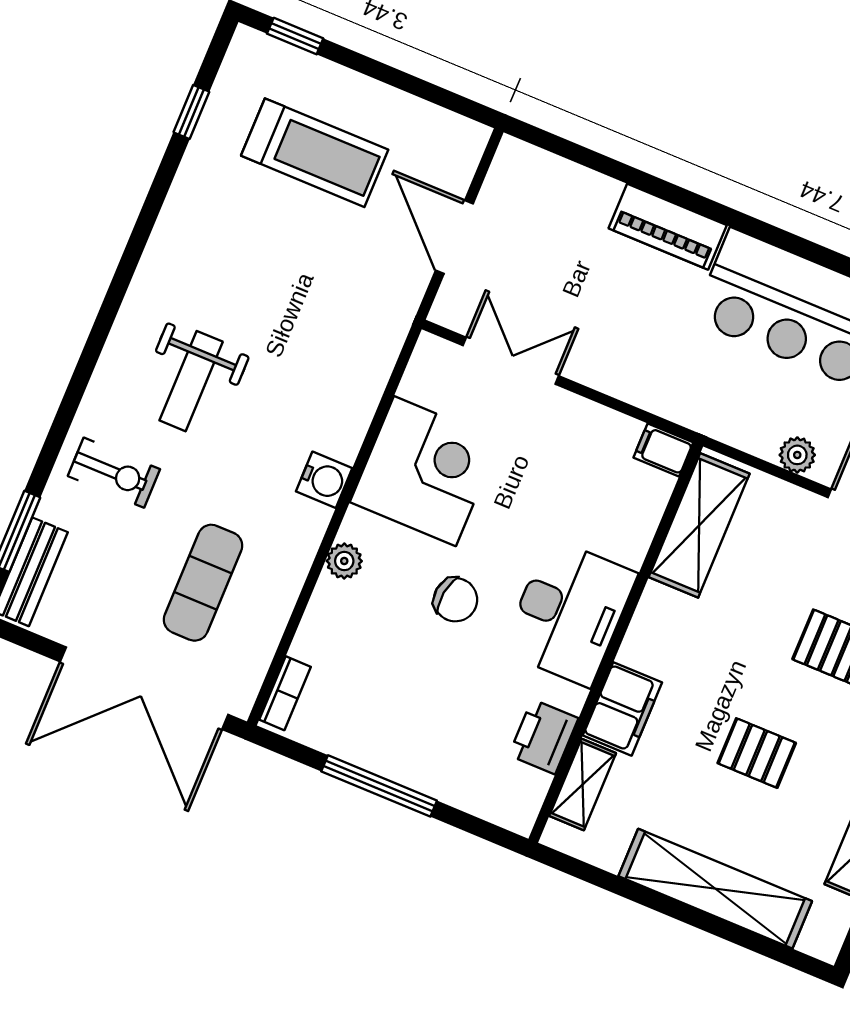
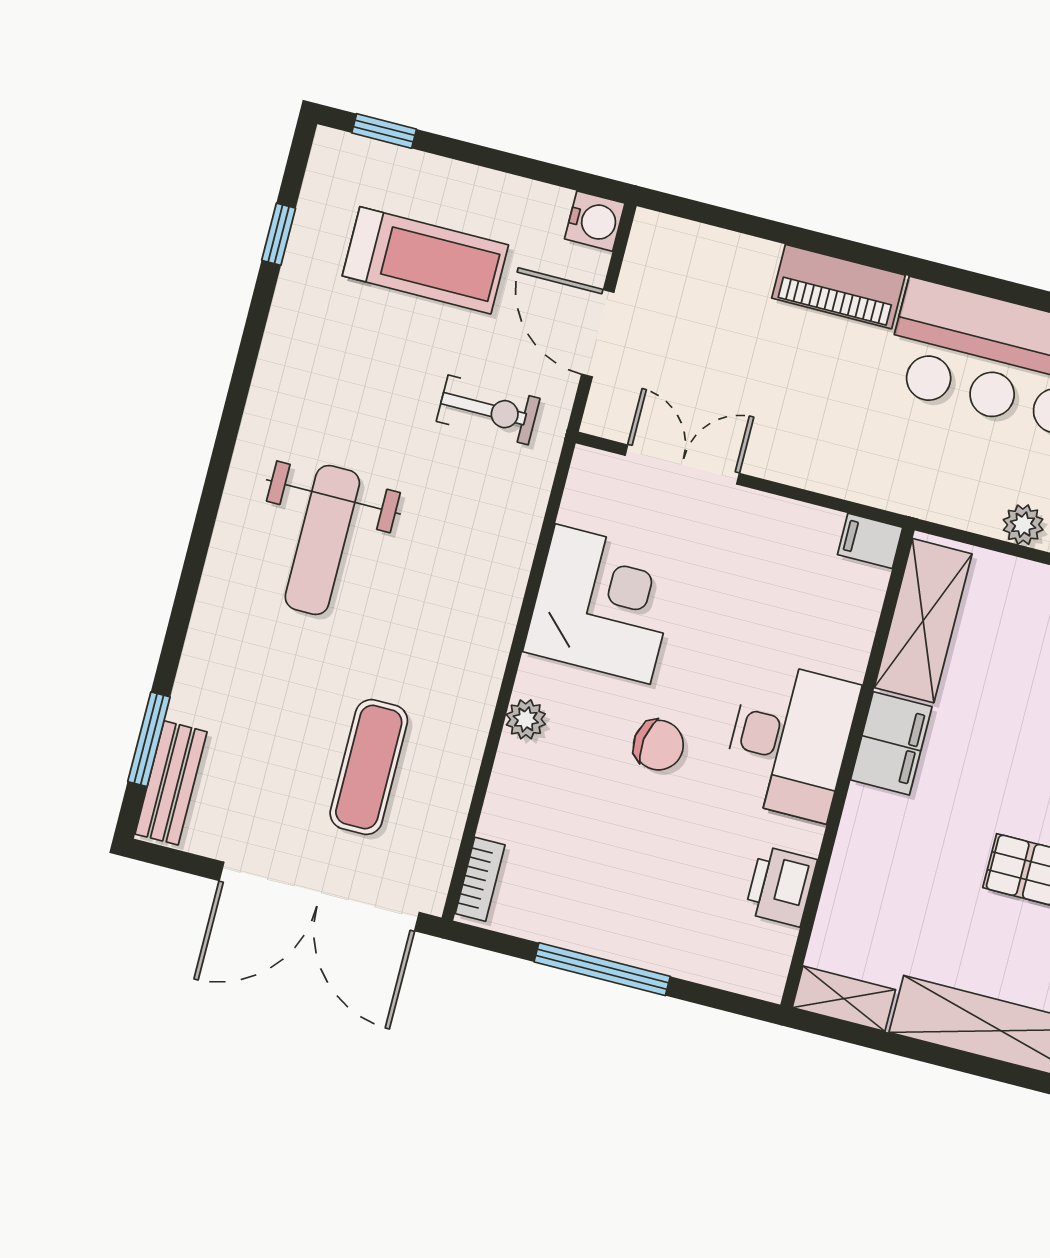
weight bench: (191, 381) -> (322, 540), width x1.36, depth x1.33
exercise bike: (114, 473) -> (488, 410), moved
water cooler: (324, 480) -> (595, 221), moved
filing cabinet: (622, 709) -> (891, 743), moved
shelving: (583, 784) -> (844, 999), moved, turned 90

